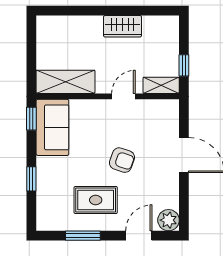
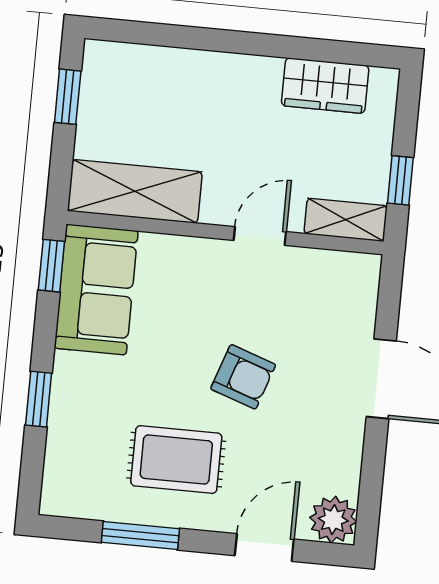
wardrobe: (123, 26) -> (325, 86), moved
window: (31, 42) -> (68, 97), added

